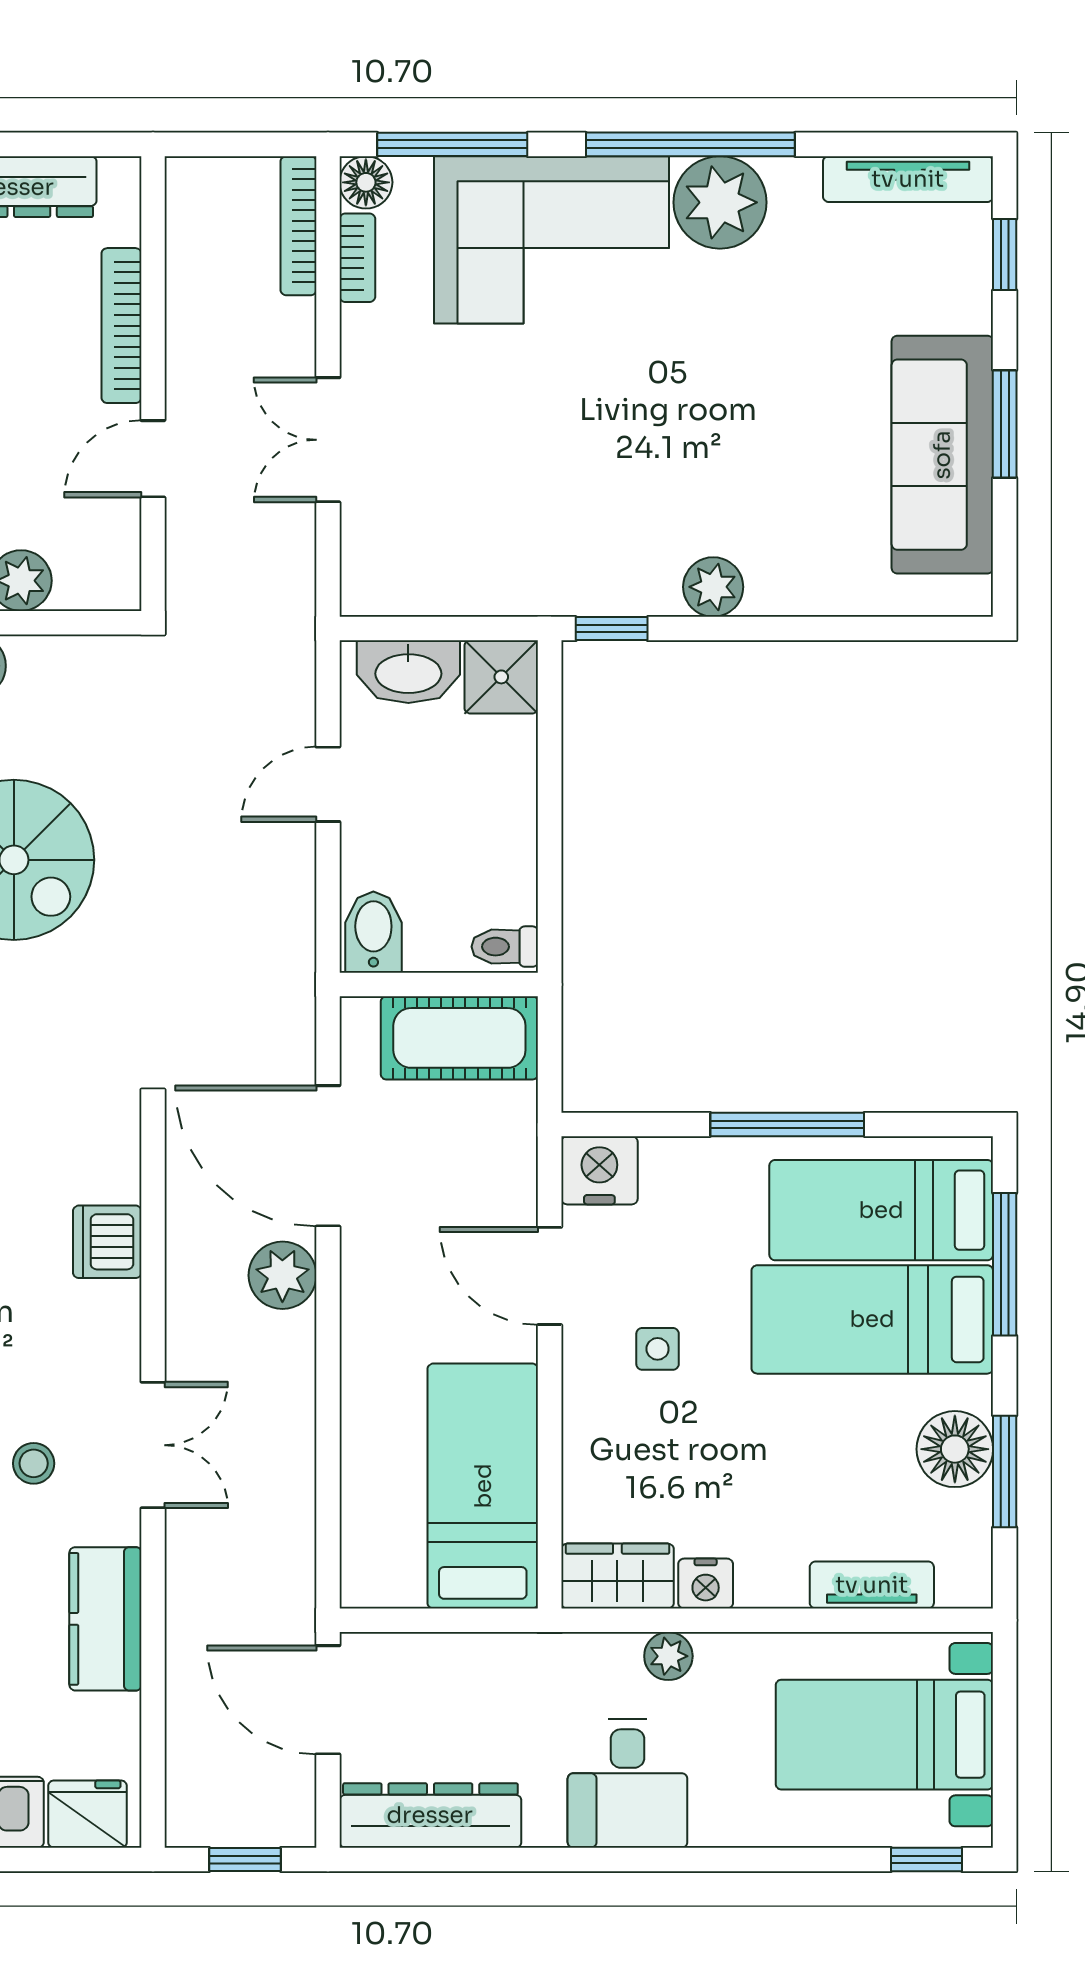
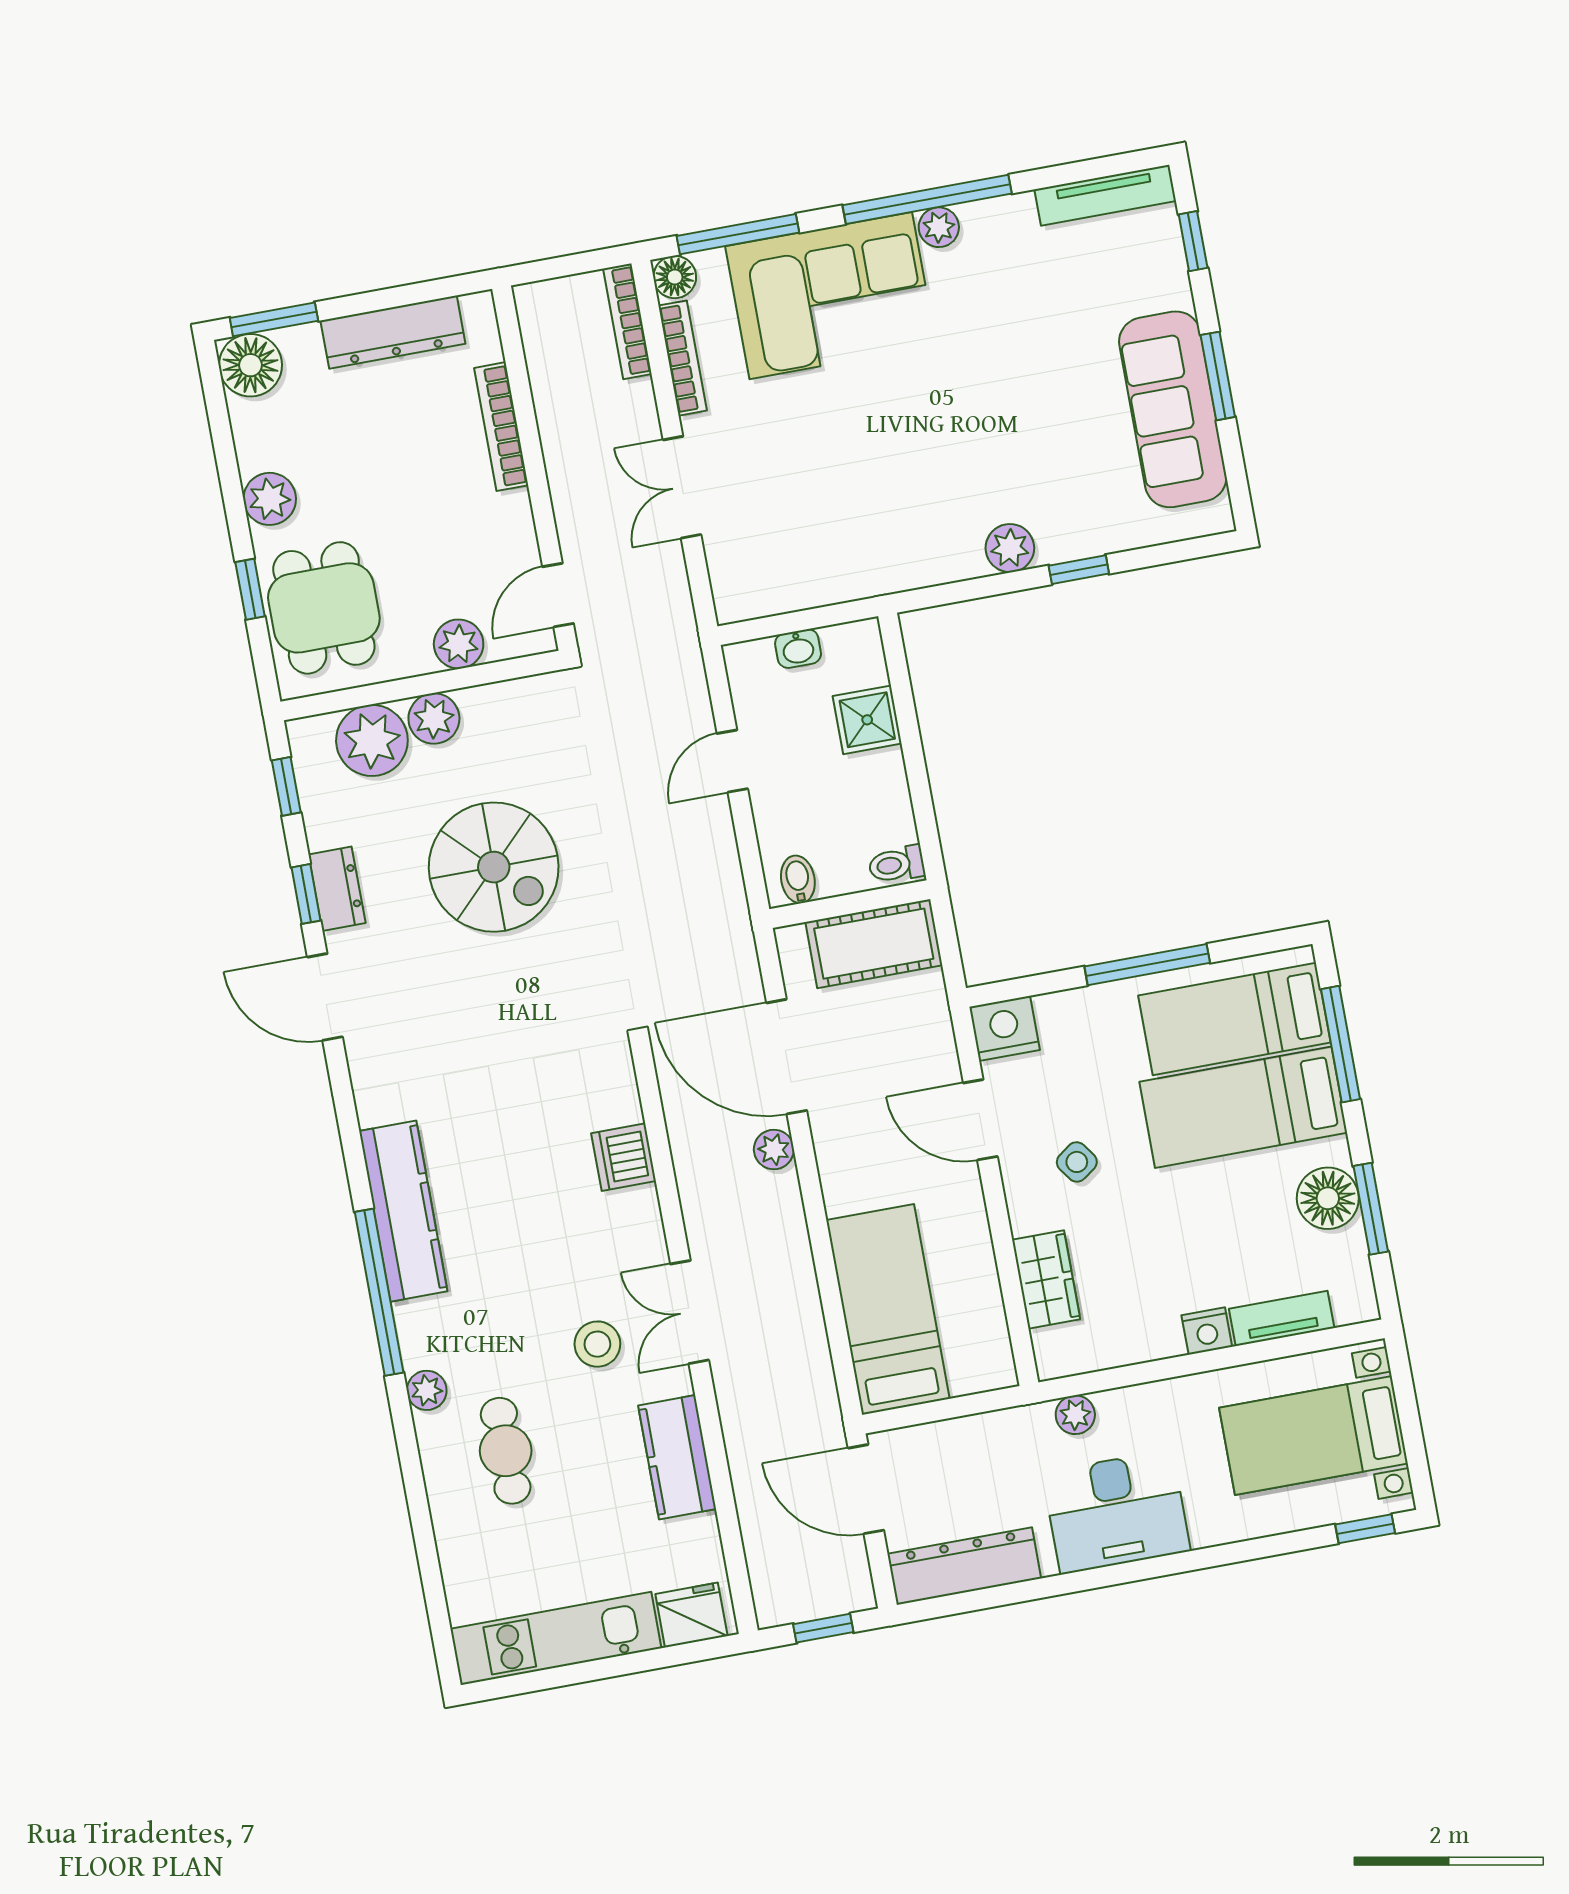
plant: (720, 202) -> (939, 227), width x0.53, depth x0.53
bookcase: (357, 258) -> (683, 358), width x1.56
door: (153, 459) -> (558, 595), moved
window: (612, 629) -> (1079, 570), moved
washbasin: (408, 672) -> (798, 649), width x0.52, depth x0.69
shower: (501, 677) -> (867, 720), moved
bidet: (373, 932) -> (798, 879), width x0.72, depth x0.74
plant: (282, 1275) -> (774, 1150), width x0.73, depth x0.73
side table: (658, 1349) -> (1077, 1162), turned -36
double door: (153, 1445) -> (690, 1312), swing flipped
stool: (34, 1463) -> (597, 1344), width x1.37, depth x1.37
bed: (483, 1486) -> (888, 1309), moved
wardrobe: (617, 1576) -> (1046, 1279), moved, turned 90
nightstand: (706, 1584) -> (1207, 1331), moved
plant: (668, 1656) -> (1075, 1415), moved
desk: (627, 1783) -> (1116, 1512), width x1.37

